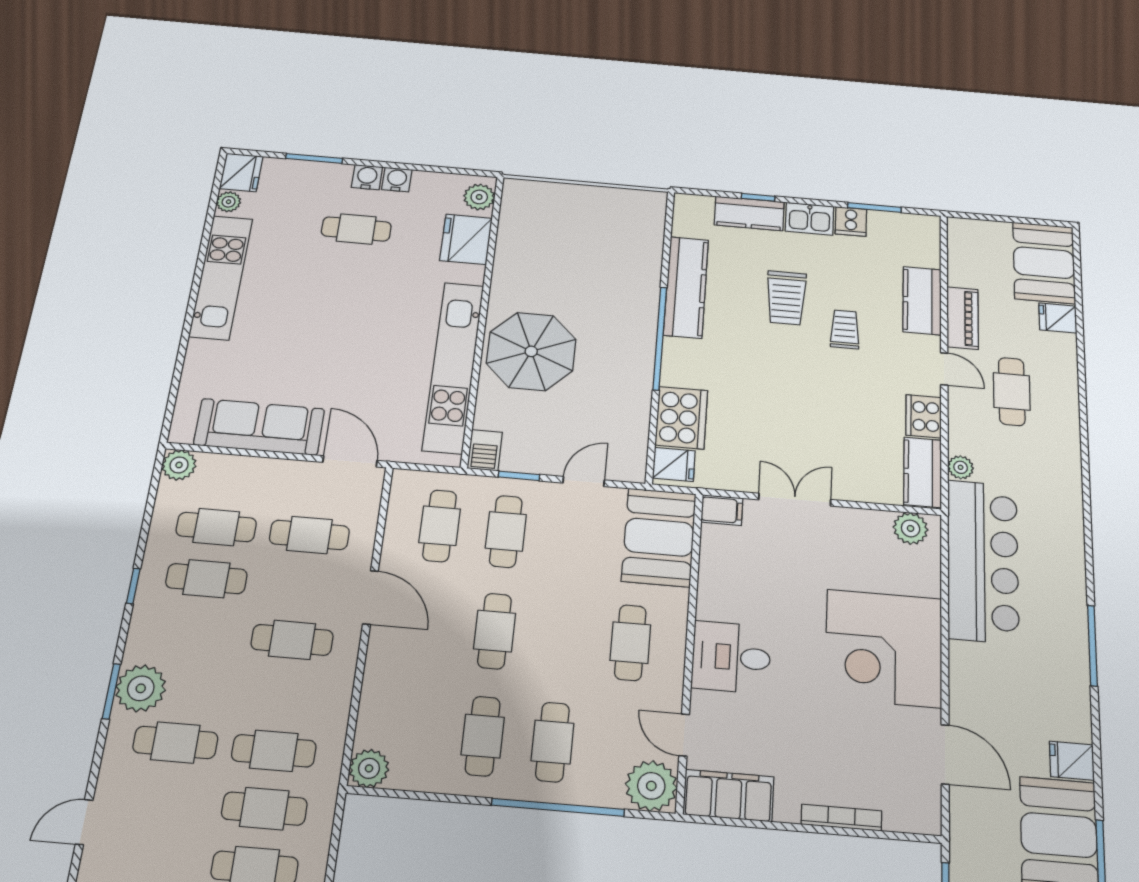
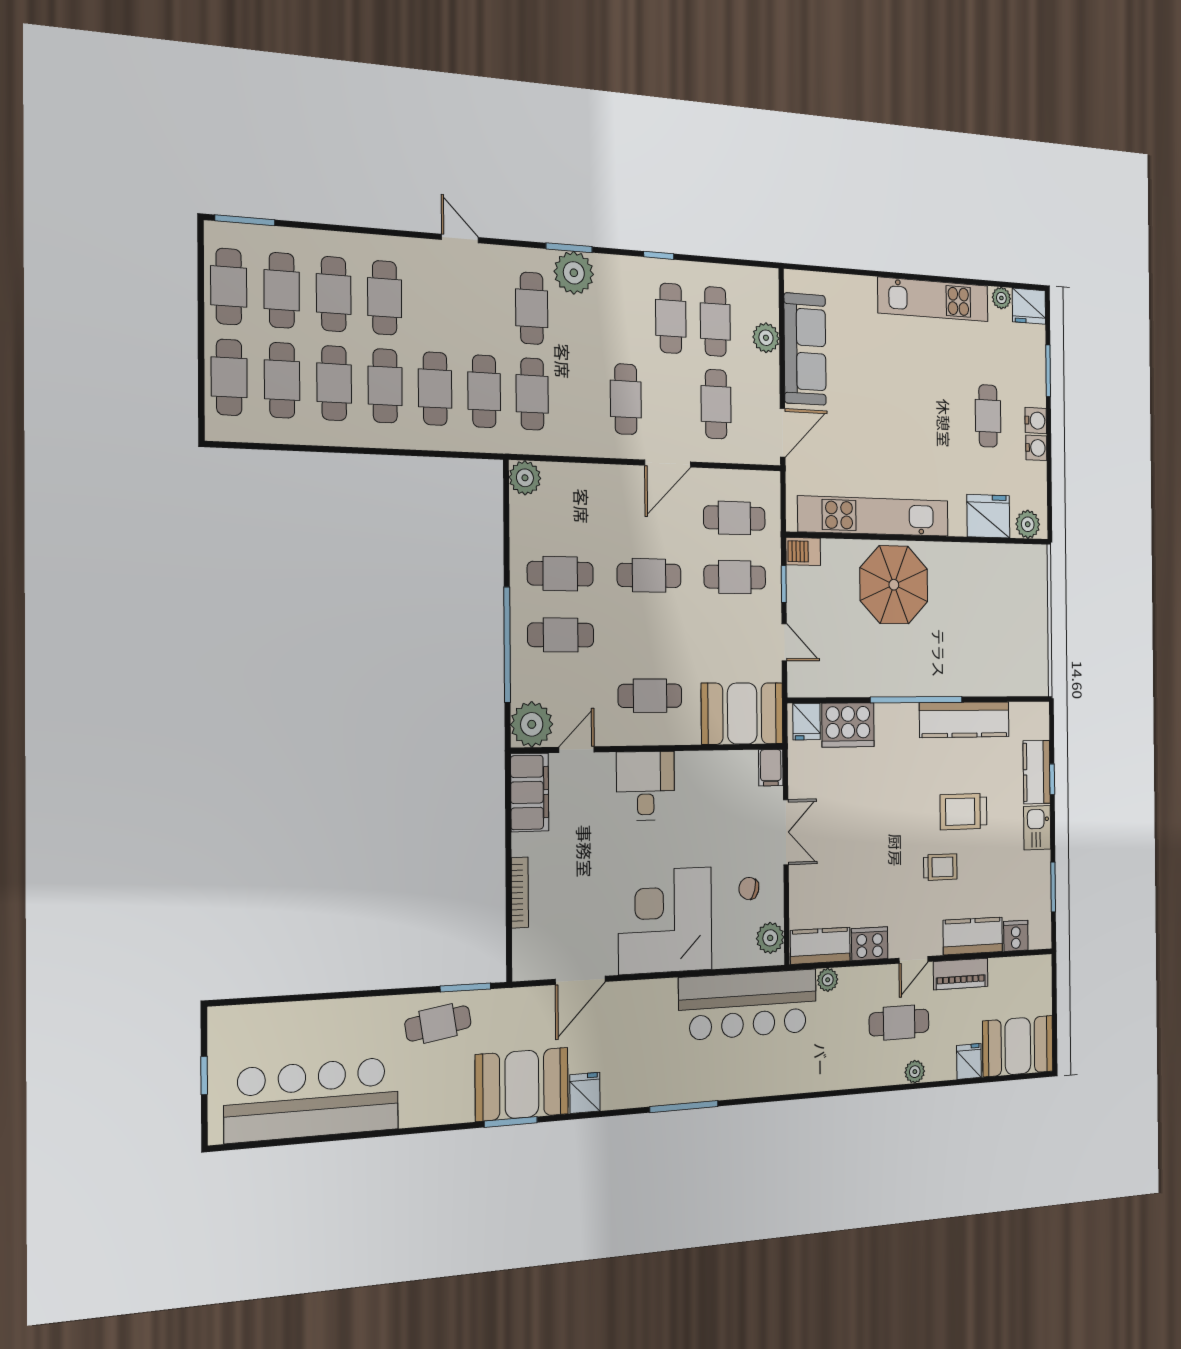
cooker: (851, 221) -> (1016, 936), moved, turned 90
plant: (1066, 379) -> (915, 1072), added
plant: (179, 465) -> (766, 338), moved
chair: (854, 548) -> (749, 888), added

